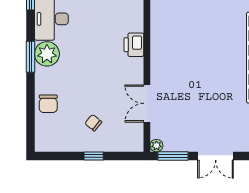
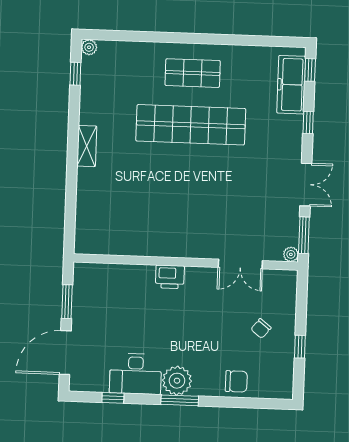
window: (94, 156) -> (300, 347), moved

